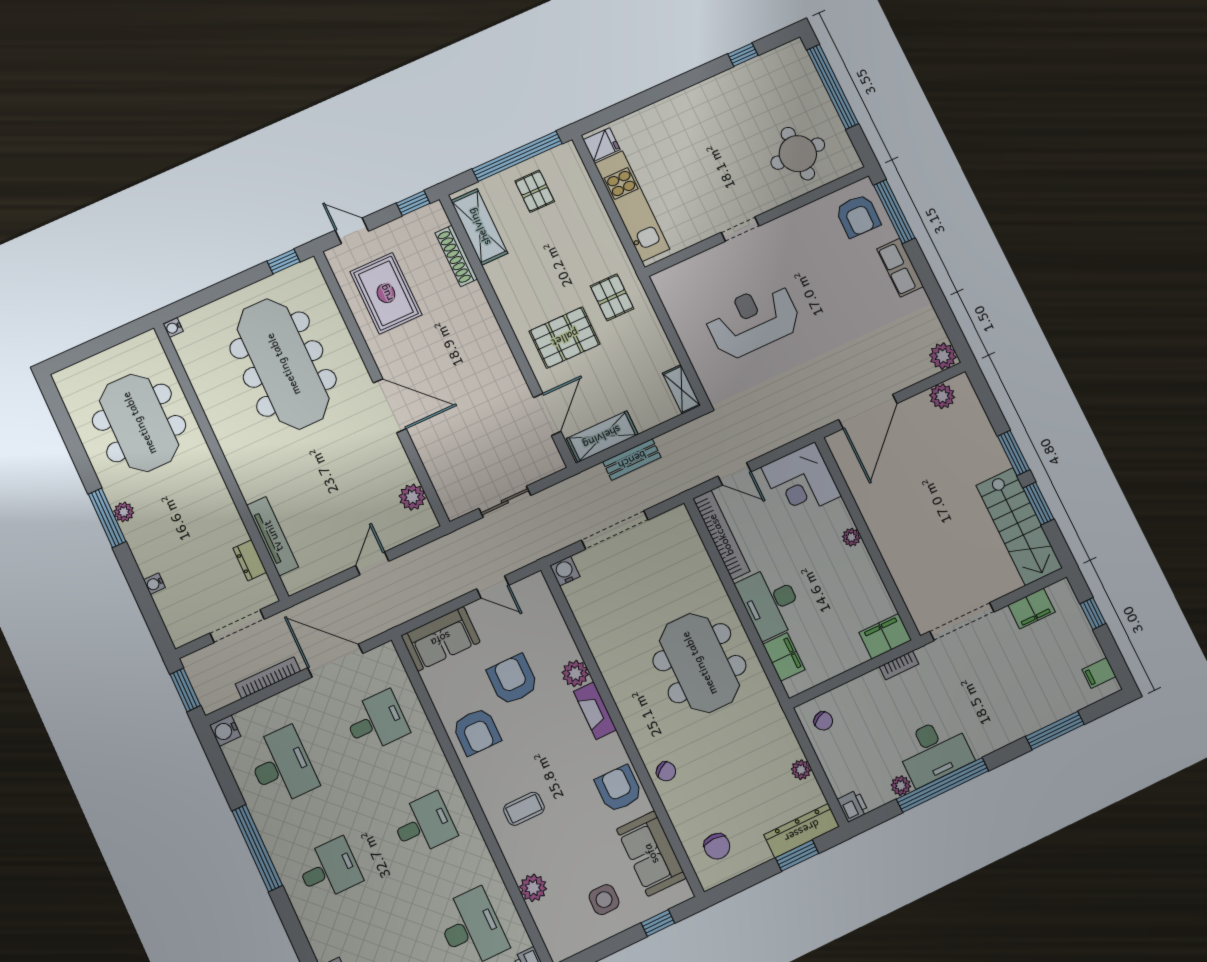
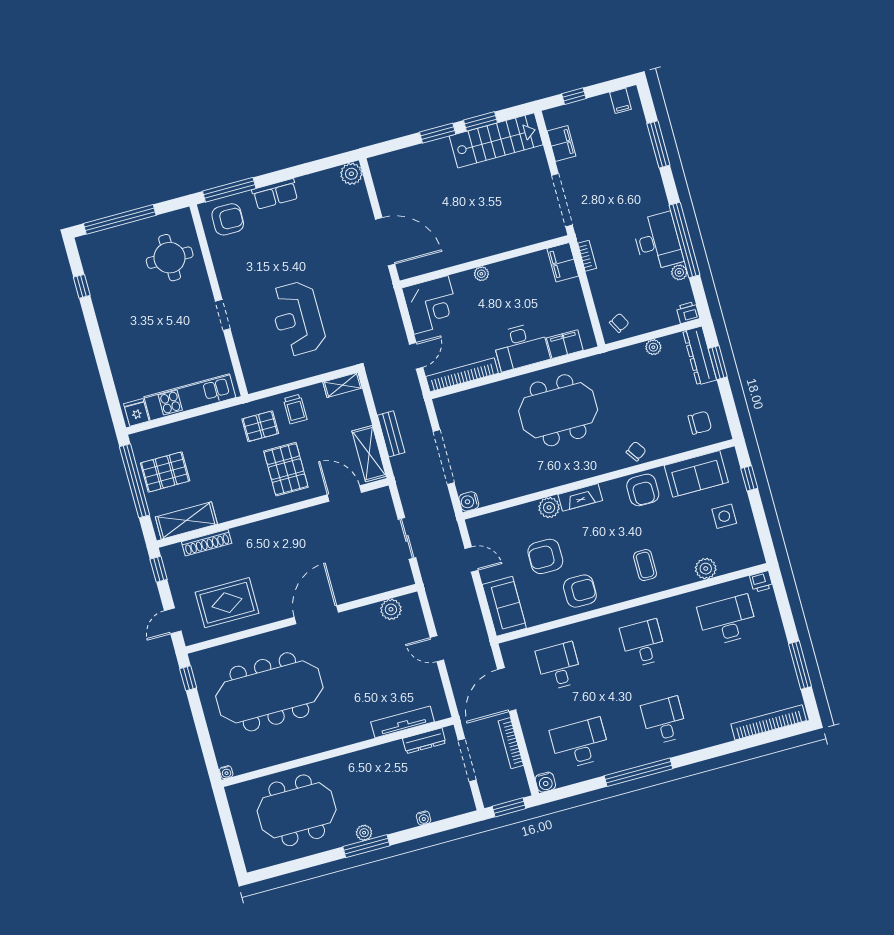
pallet: (535, 191) -> (165, 472), width x1.50, depth x1.42
trolley: (641, 336) -> (295, 409), added
plant: (942, 396) -> (383, 181), removed
dresser: (250, 560) -> (424, 741), width x1.44
door: (493, 587) -> (471, 559), hinge flipped
armchair: (619, 789) -> (643, 490), turned -90

